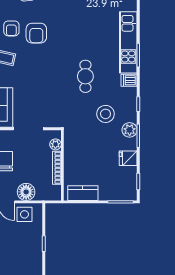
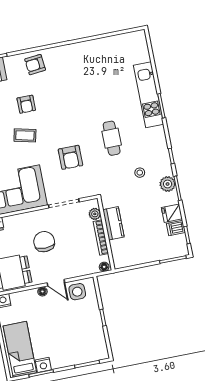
armchair: (36, 33) -> (70, 157), moved
dishwasher: (129, 80) -> (176, 228), moved
stool: (105, 114) -> (140, 173), width x0.53, depth x0.53
floor lamp: (26, 192) -> (104, 267), moved, width x0.53, depth x0.53
kitchen counter: (83, 193) -> (113, 223), moved, turned 90

